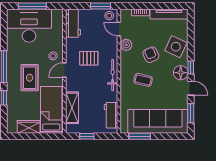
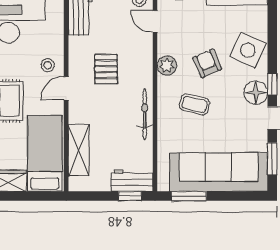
plant: (126, 45) -> (167, 66), moved
pallet: (89, 58) -> (106, 69), turned 90
bicycle: (113, 75) -> (145, 114), moved
workbench: (111, 115) -> (132, 181), moved, turned 90
window: (87, 136) -> (130, 196), moved

